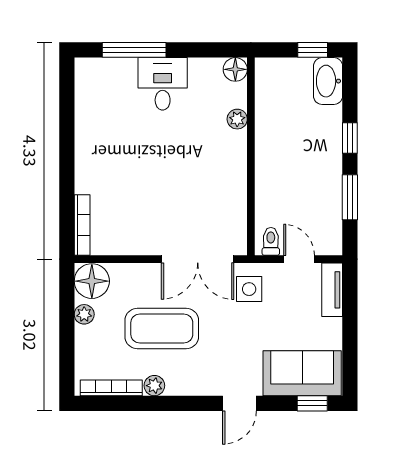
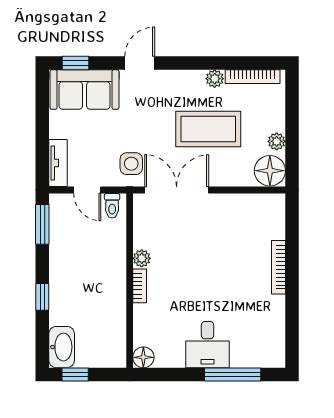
plant: (237, 119) -> (142, 258), moved
bookcase: (240, 150) -> (140, 286), added
window: (350, 197) -> (42, 224), moved
bookcase: (82, 225) -> (278, 267), moved

